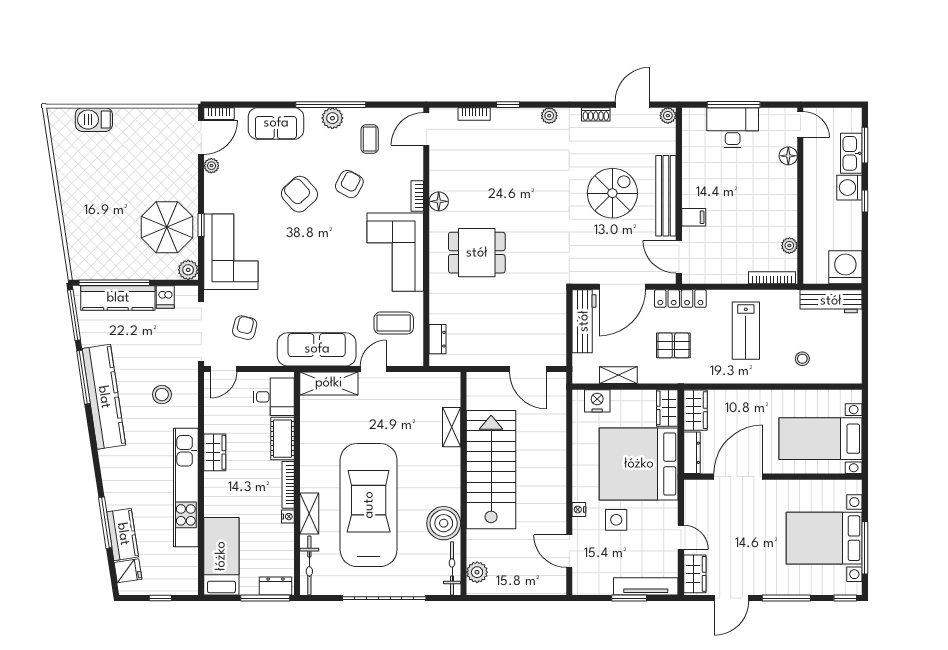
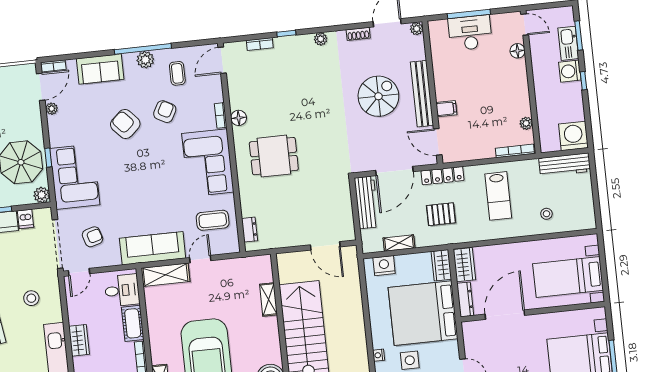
armchair: (245, 328) -> (92, 237), turned 59

